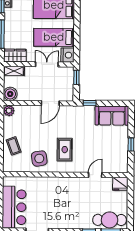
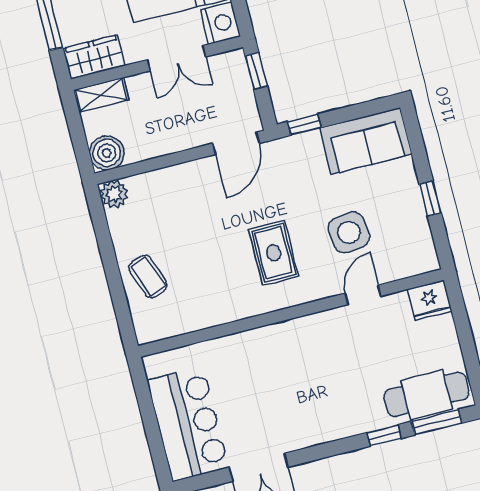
double door: (47, 64) -> (177, 58), swing flipped
door: (50, 103) -> (236, 143), moved
side table: (39, 159) -> (349, 232), moved

